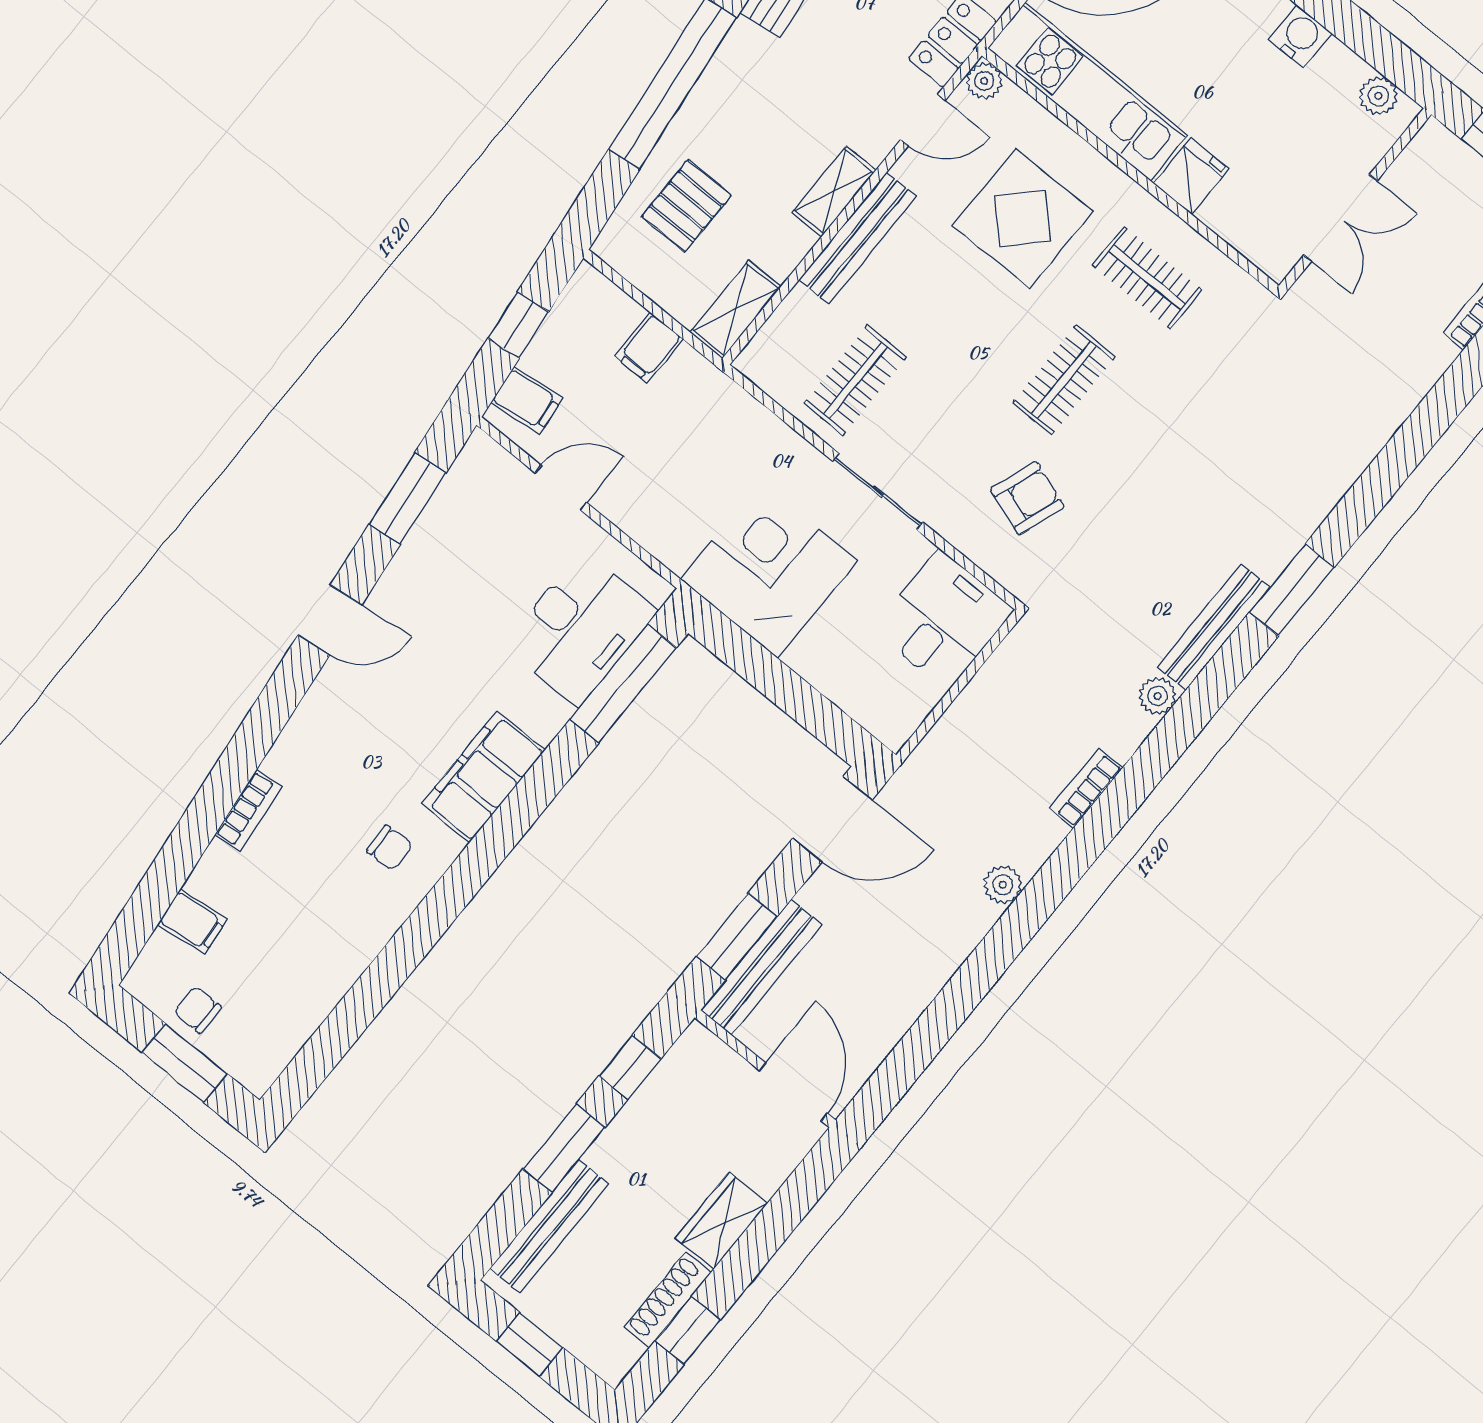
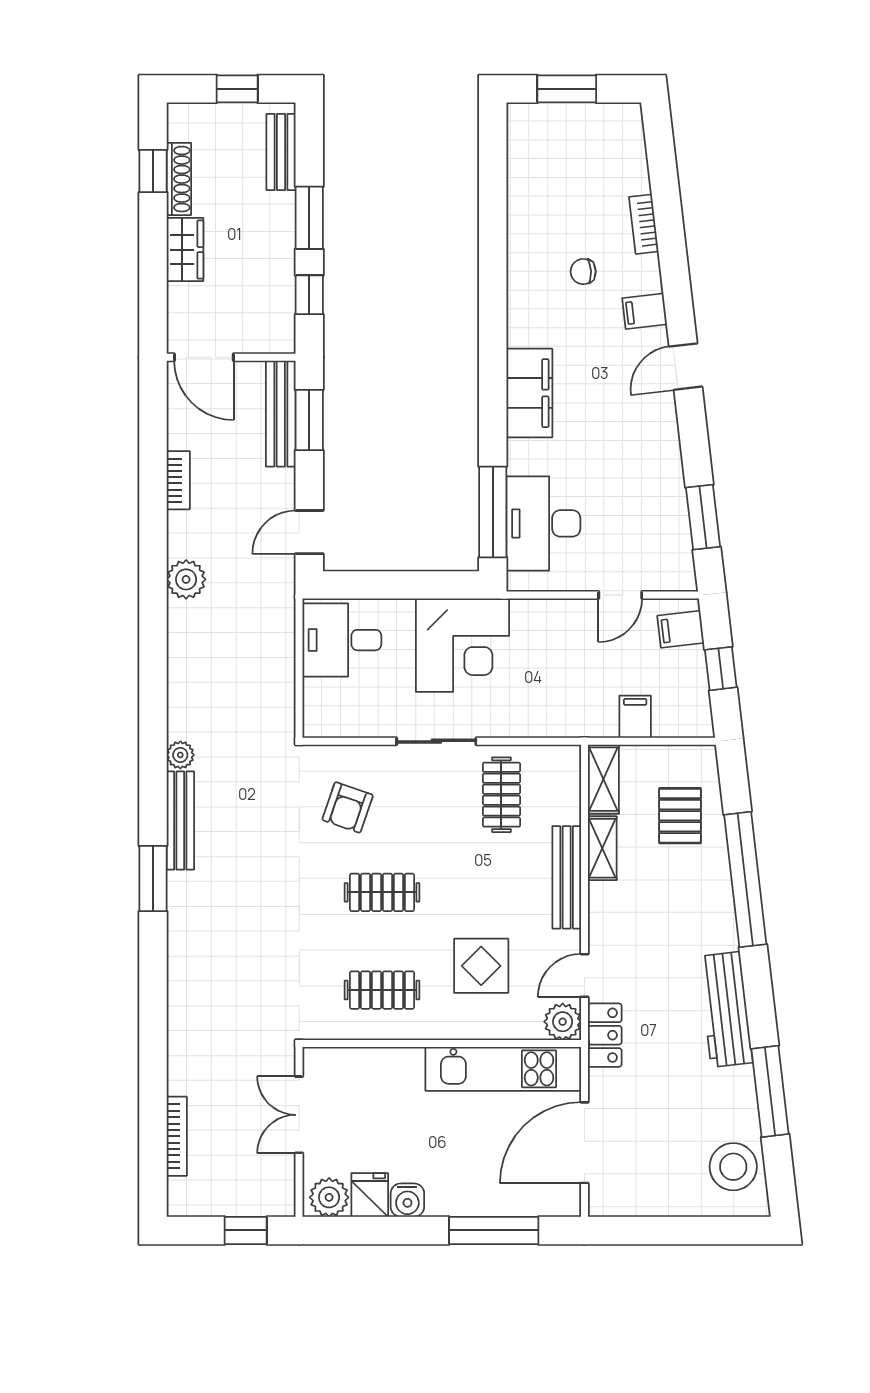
plant: (984, 81) -> (563, 1022), width x1.38, depth x1.38
plant: (1378, 96) -> (329, 1197), width x1.38, depth x1.38
fridge: (1191, 176) -> (370, 1195), moved, turned 180
shelving: (834, 191) -> (602, 848), moved
display table: (1023, 218) -> (481, 966), width x0.73, depth x0.73
clothes rail: (1064, 380) -> (382, 892), turned 90
door: (330, 620) -> (686, 367), moved
desk: (943, 620) -> (342, 640), moved, turned 90
bookcase: (1086, 788) -> (178, 480), moved
bookcase: (248, 811) -> (644, 224), moved
door: (832, 819) -> (309, 532), width x0.73
chair: (390, 848) -> (583, 272), moved
plant: (1003, 885) -> (186, 579), width x1.38, depth x1.38
filing cabinet: (192, 922) -> (645, 311), moved
chair: (198, 1010) -> (584, 126), removed
bench: (549, 1226) -> (281, 152), width x0.73

